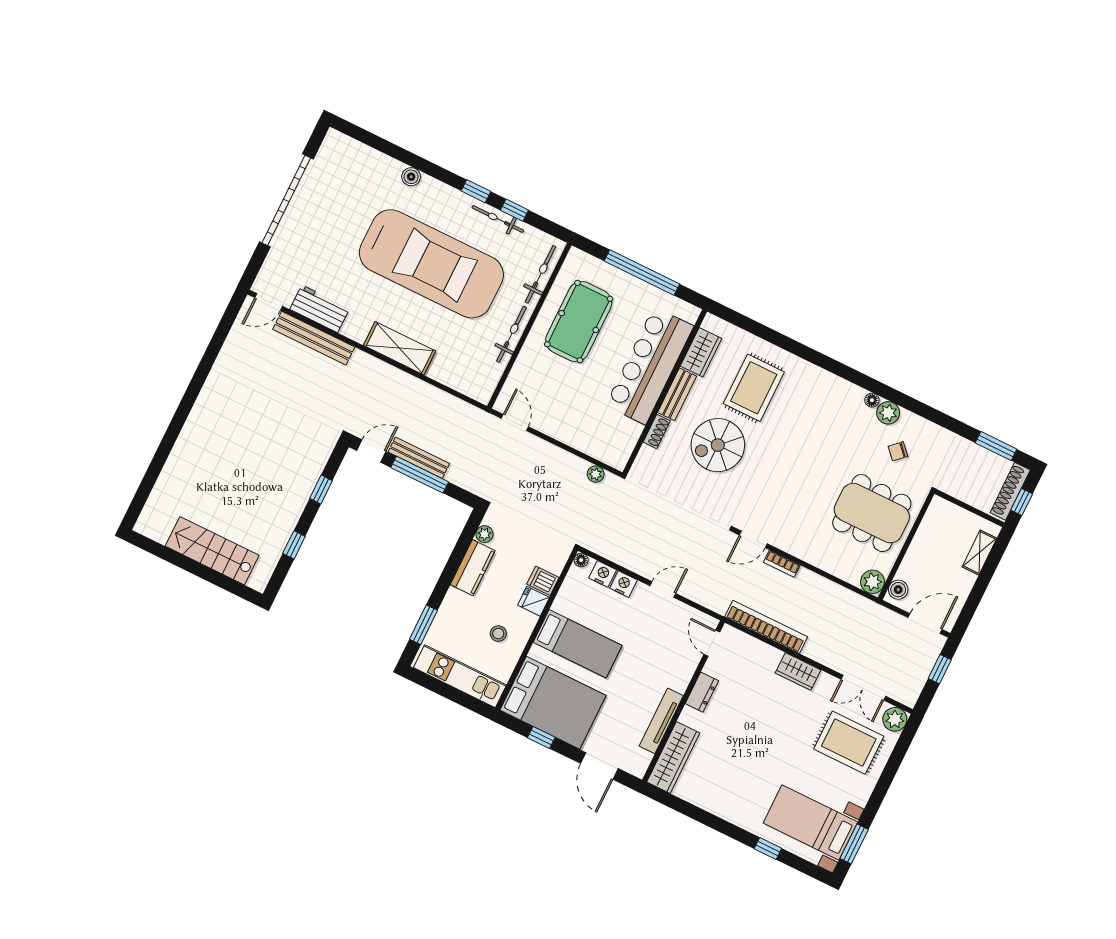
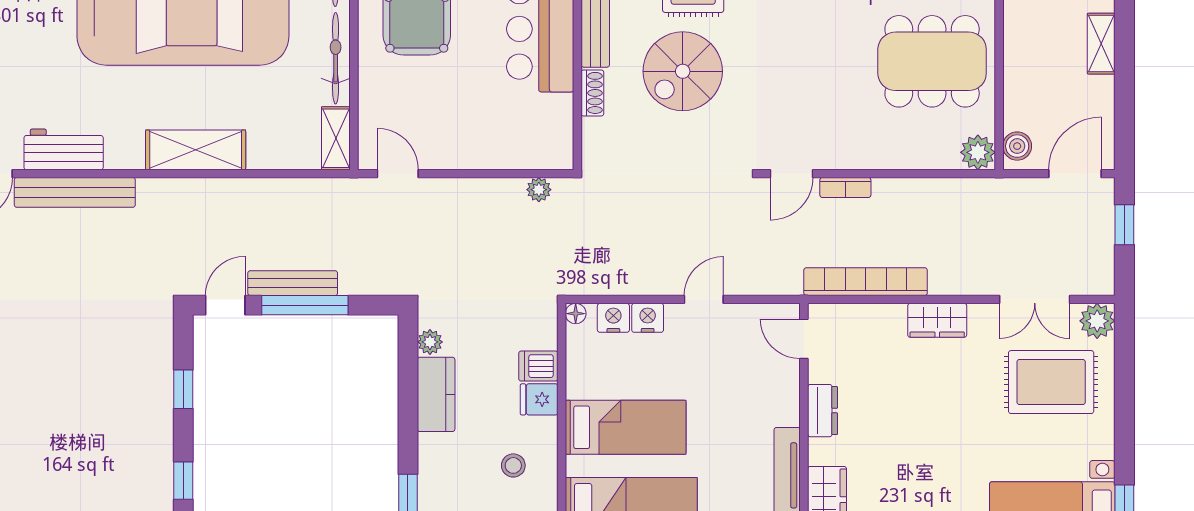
shelving: (488, 383) -> (336, 138), added

